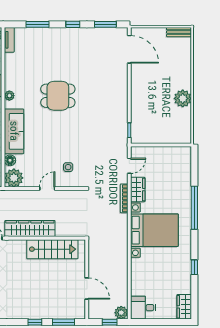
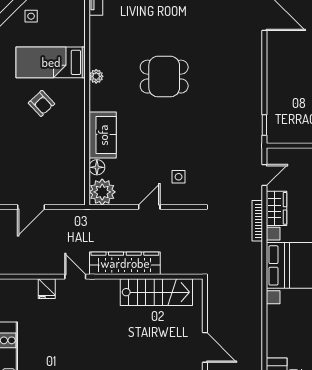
sofa: (14, 131) -> (103, 135), width x0.73

